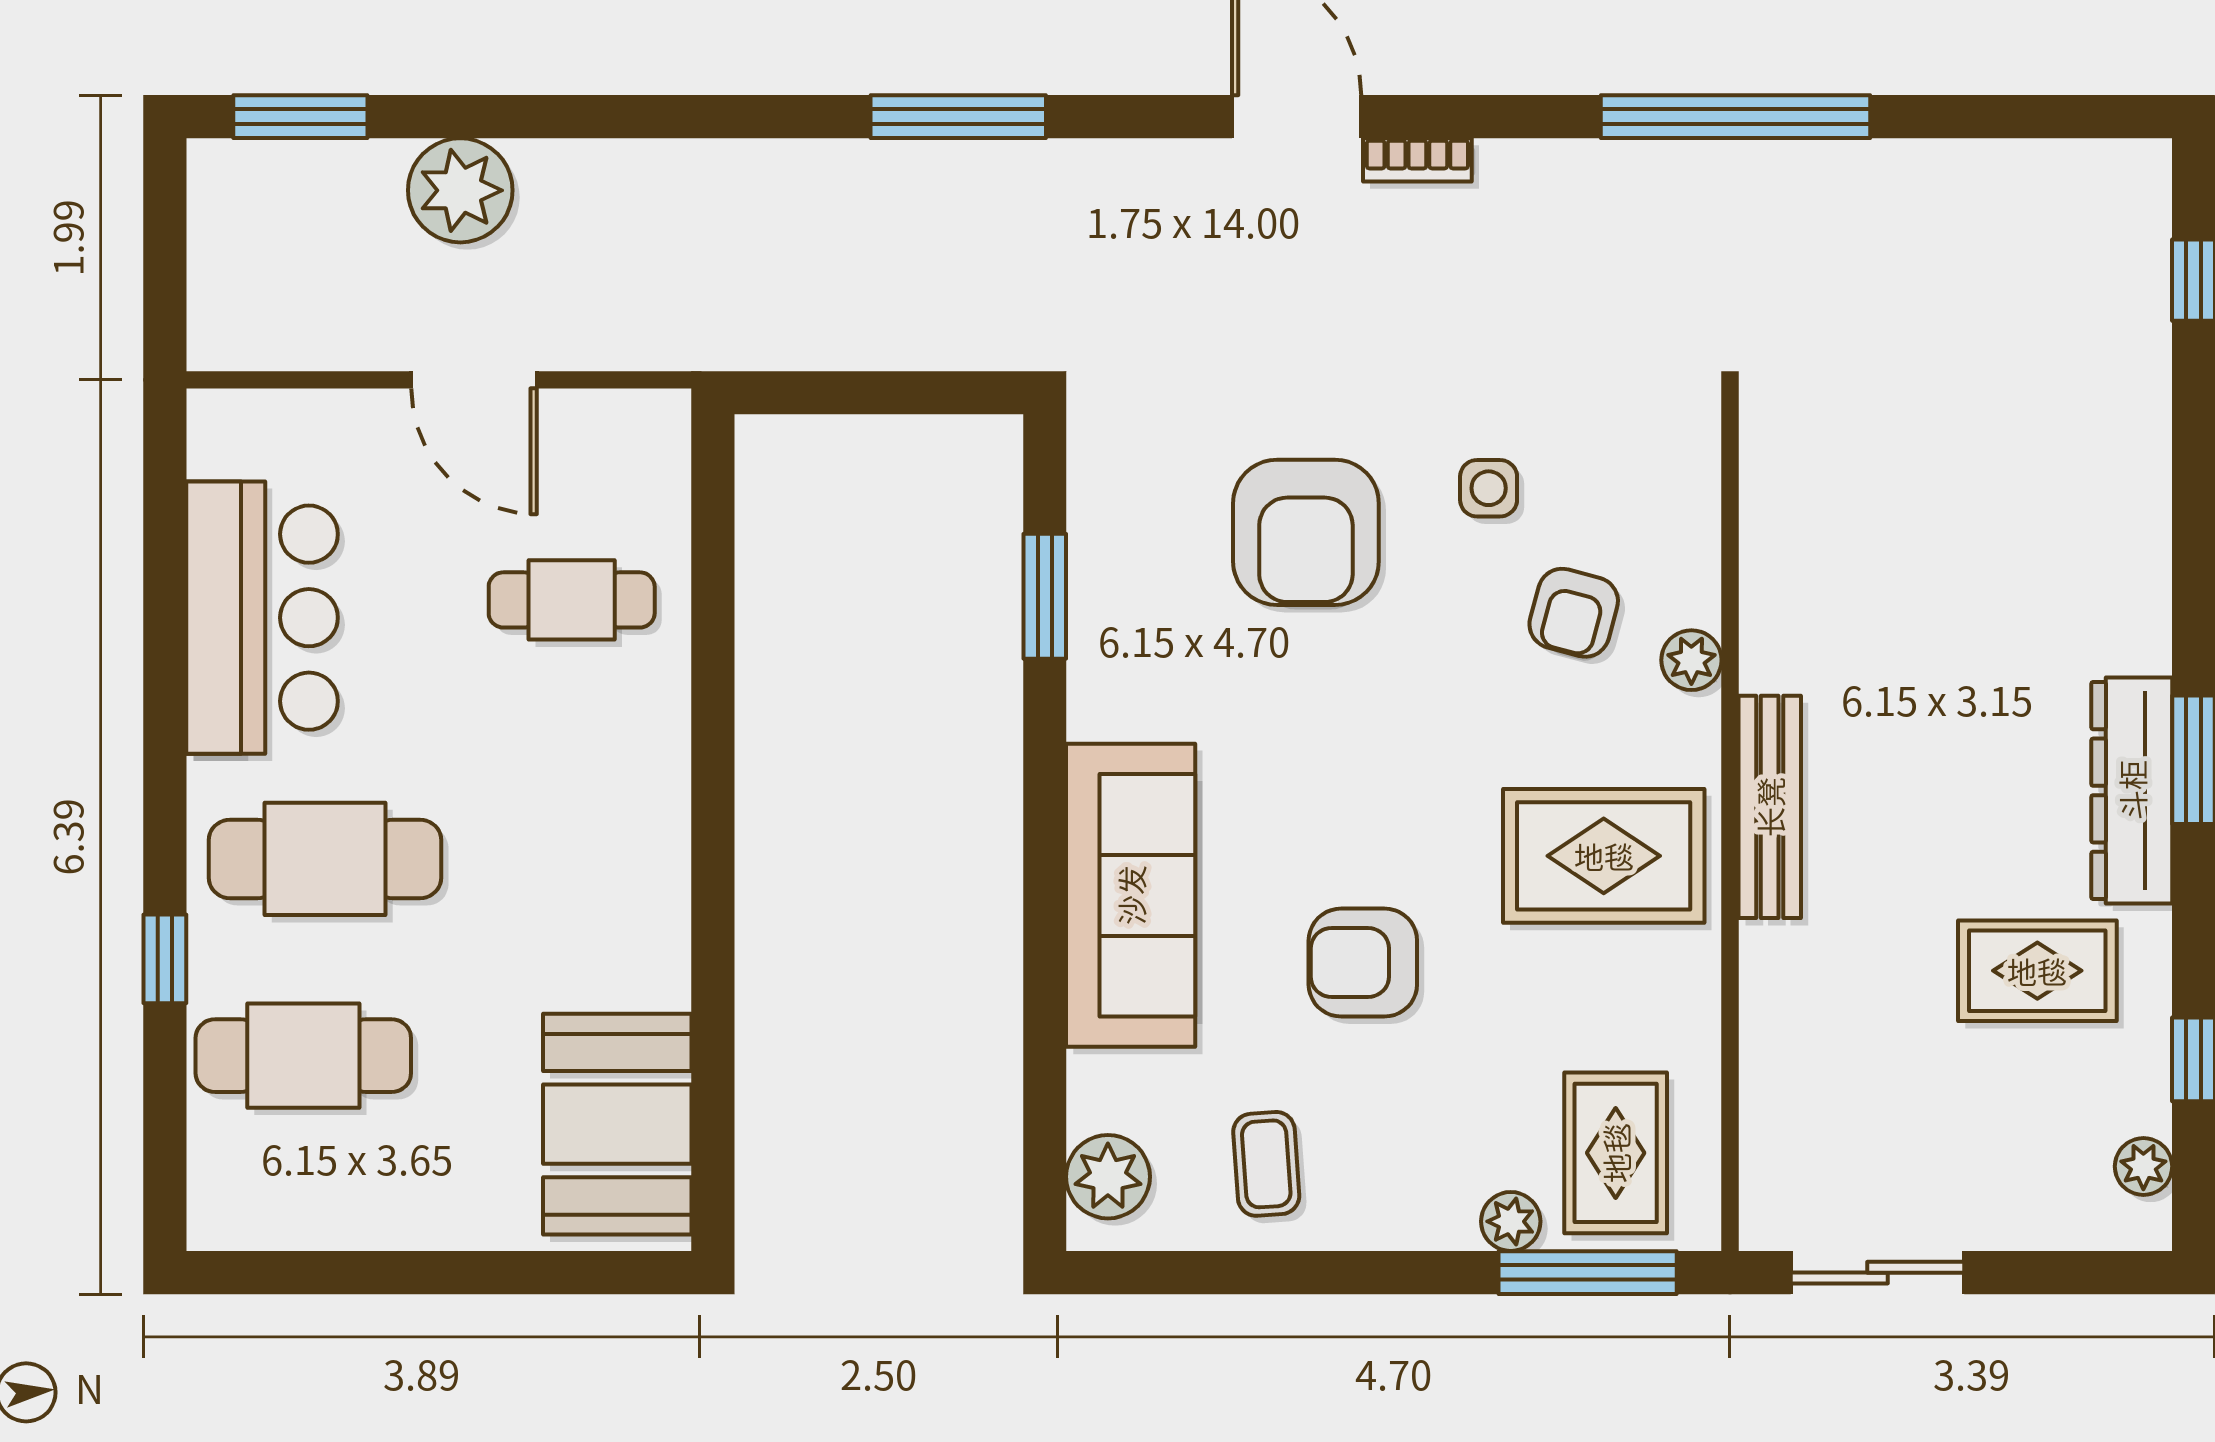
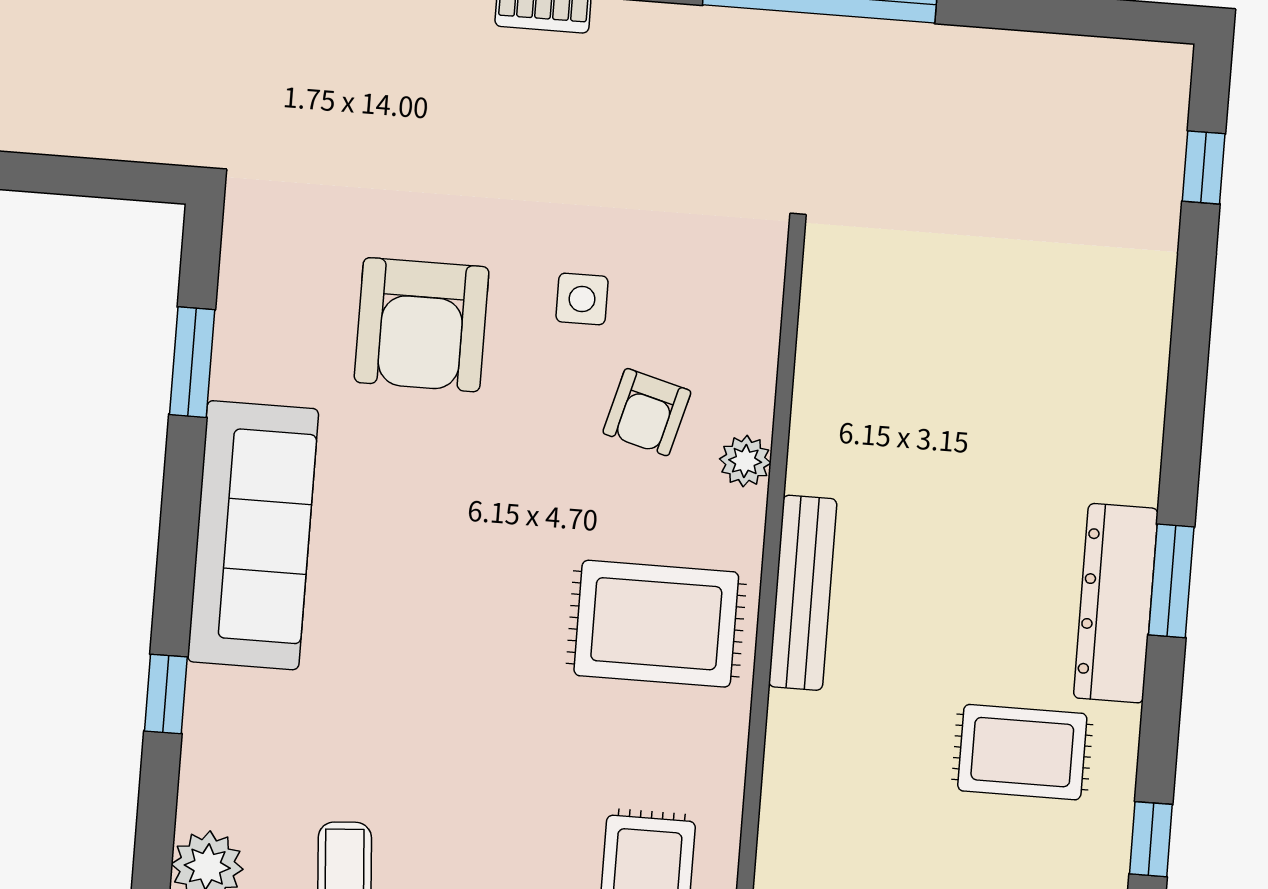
sofa: (1131, 895) -> (253, 535), moved
armchair: (1363, 963) -> (441, 699), removed
window: (1045, 981) -> (166, 694), added

